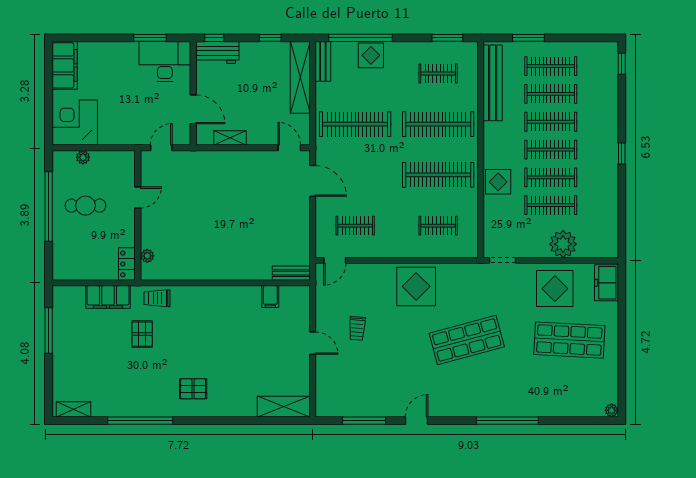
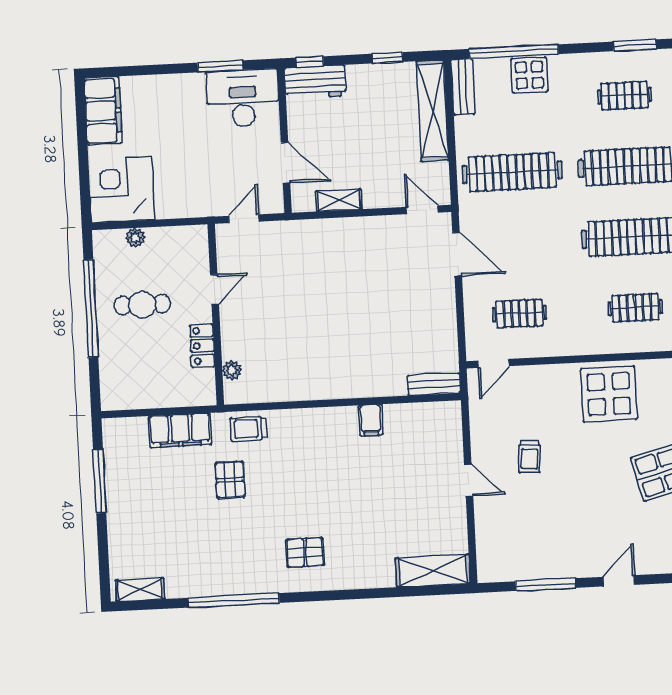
locker: (127, 264) -> (202, 346), moved
filing cabinet: (270, 297) -> (371, 420), moved

